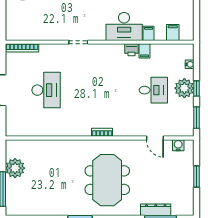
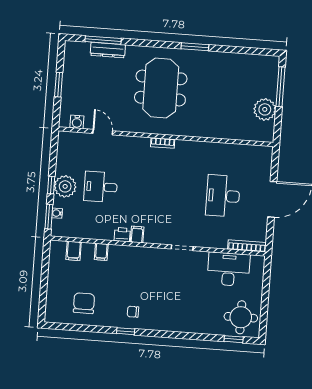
desk: (124, 26) -> (229, 269), moved
filing cabinet: (144, 51) -> (137, 234), moved
window: (197, 118) -> (49, 217), moved

